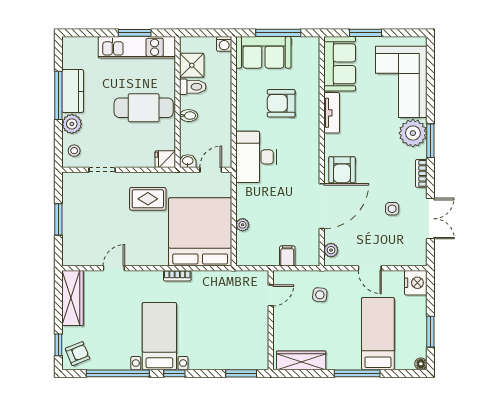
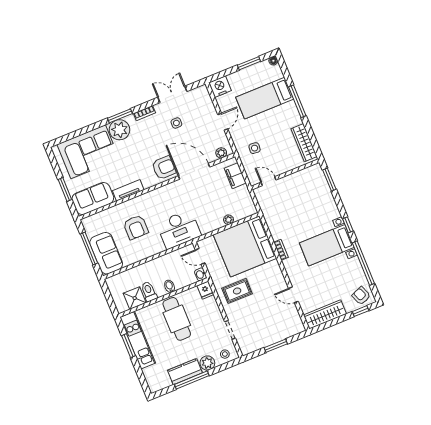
washing machine: (224, 44) -> (111, 282), removed
rug: (148, 199) -> (237, 291), turned 90
filing cabinet: (287, 256) -> (235, 176), width x2.00

